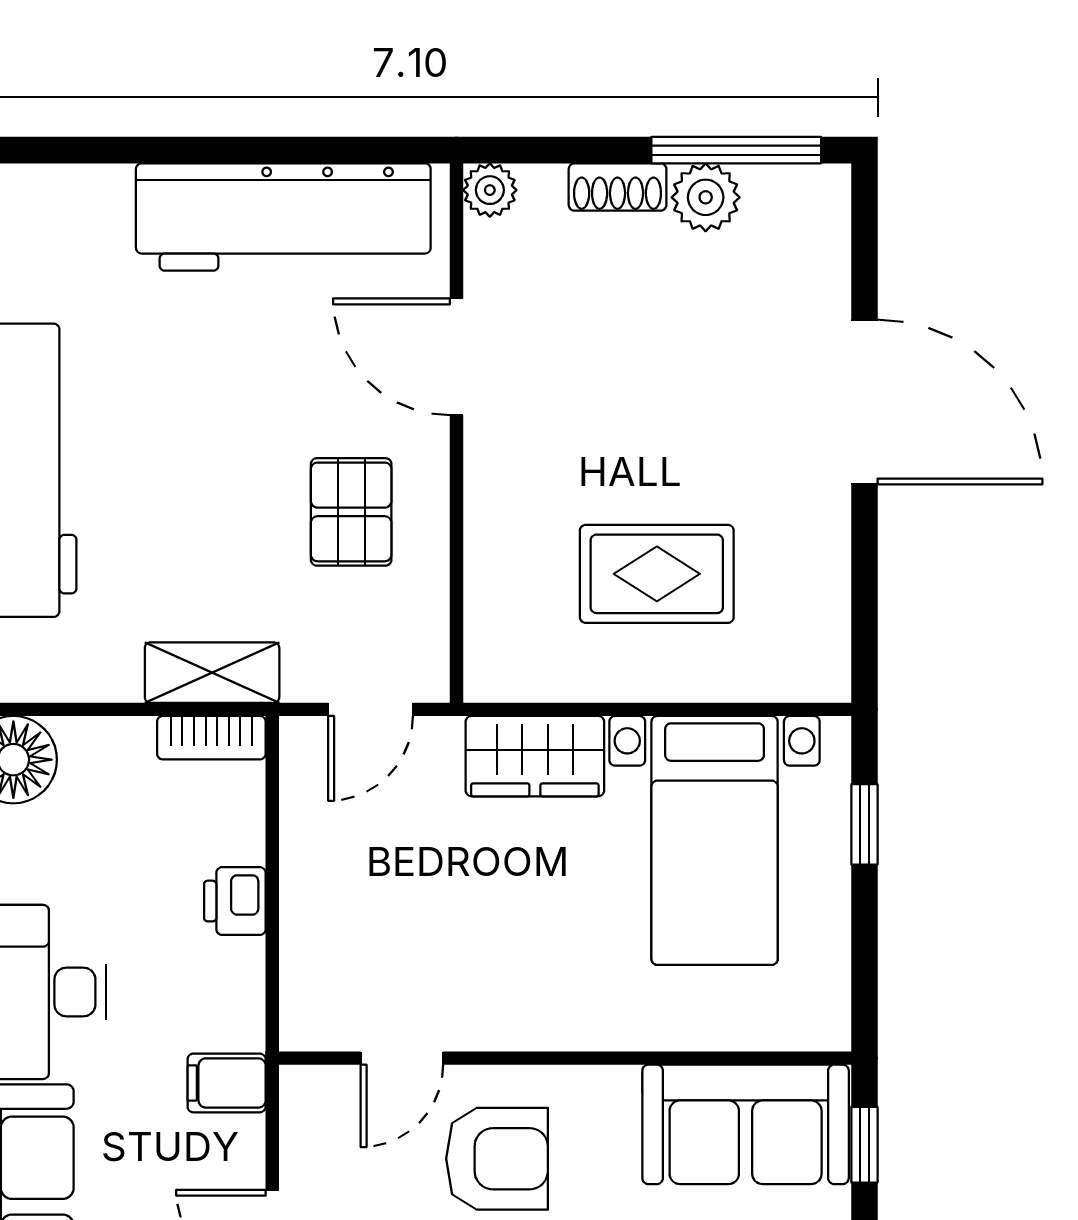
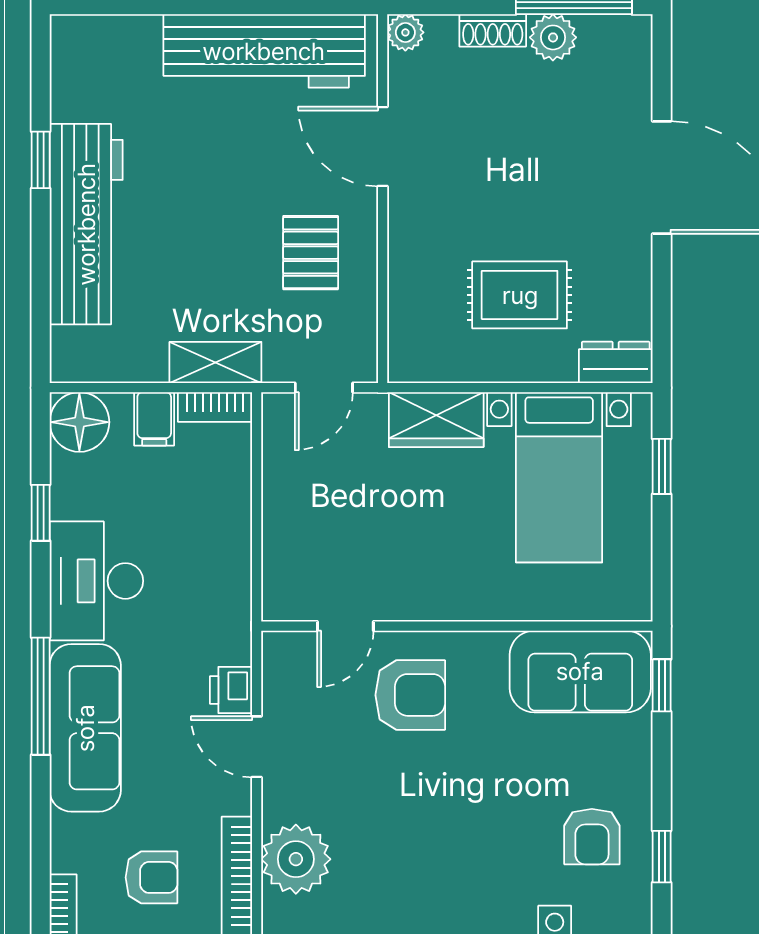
dresser: (797, 672) -> (616, 362), added
printer: (235, 901) -> (231, 690), moved
filing cabinet: (227, 1083) -> (154, 419), moved, turned -90

